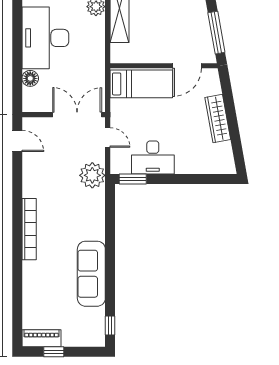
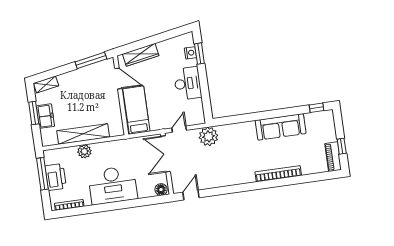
floor lamp: (30, 78) -> (161, 190), moved
wardrobe: (218, 119) -> (141, 55), moved
desk: (153, 157) -> (188, 83), moved
nightstand: (208, 167) -> (190, 53), added
window: (133, 179) -> (199, 54), moved
bookcase: (29, 229) -> (278, 174), moved

